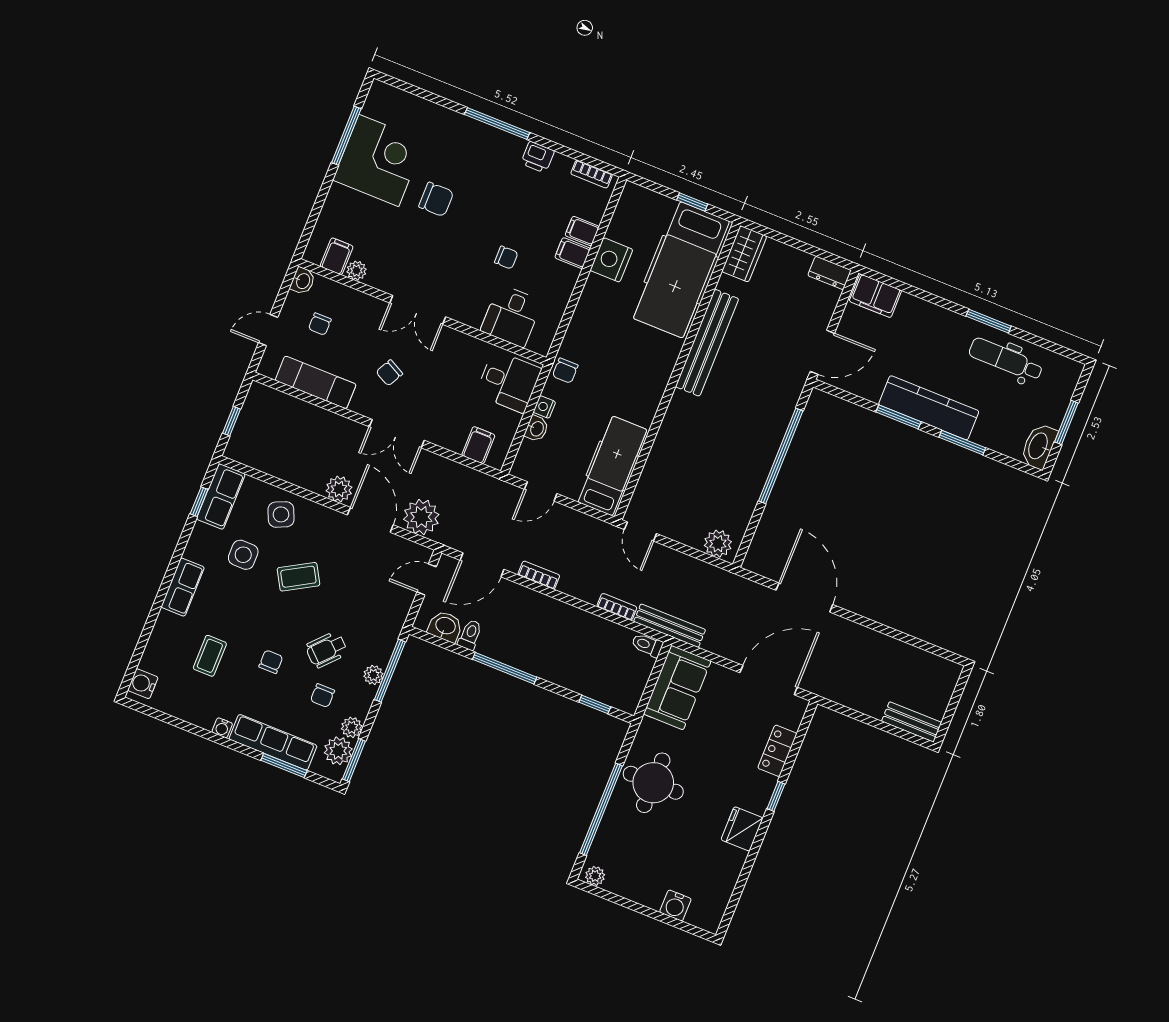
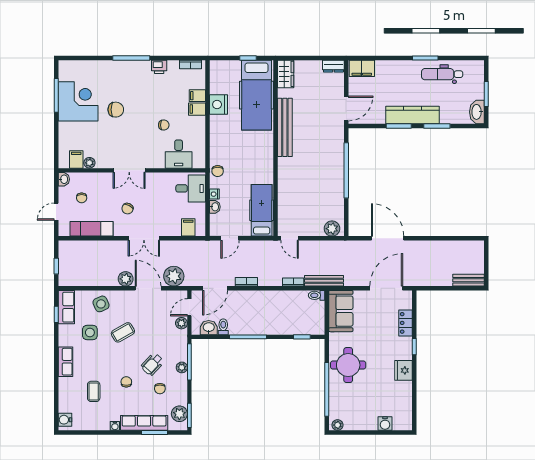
plant: (352, 727) -> (181, 323), moved

